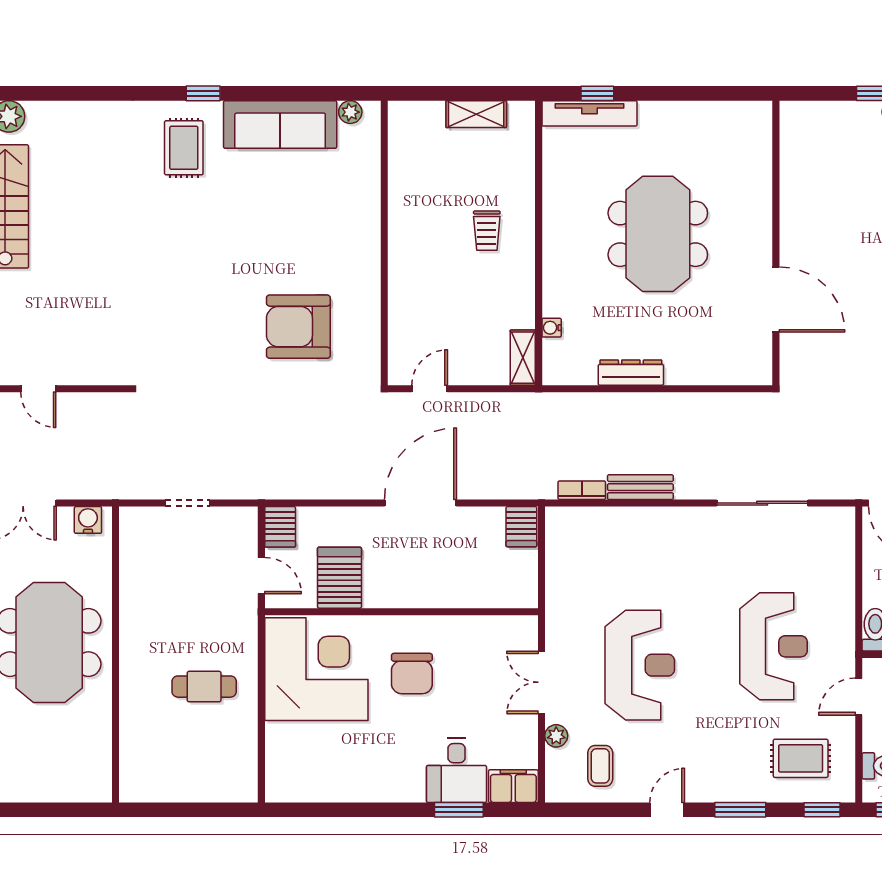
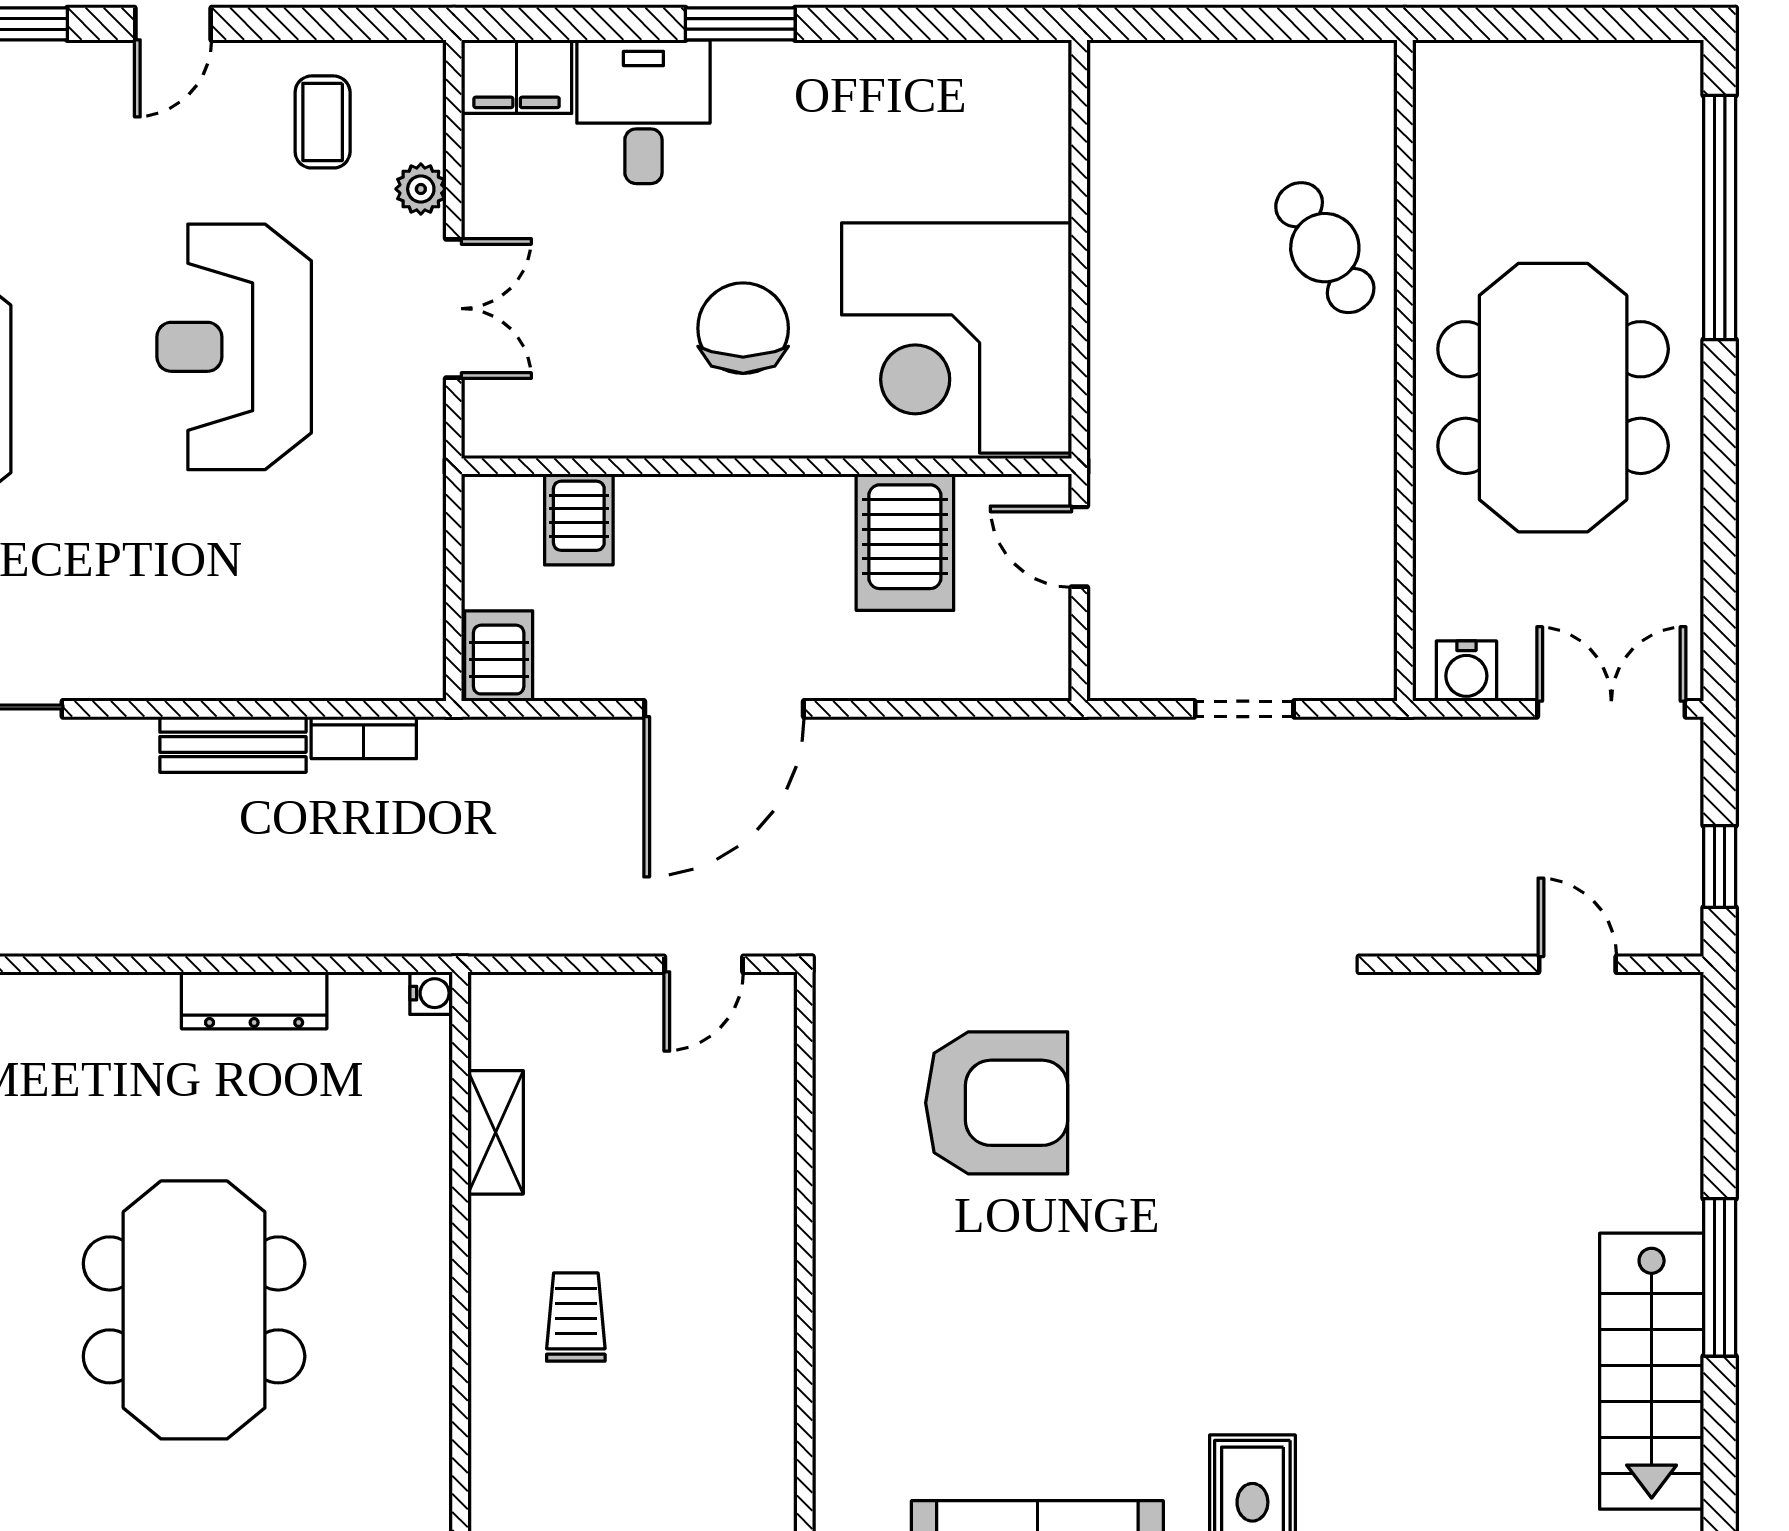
water cooler: (552, 328) -> (431, 993), moved
shelving: (523, 358) -> (496, 1132), moved
server rack: (280, 527) -> (579, 519), moved, turned 180
cafe table: (204, 687) -> (1325, 248), moved, turned 59
window: (459, 810) -> (740, 24), moved

